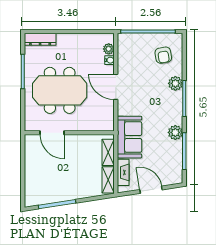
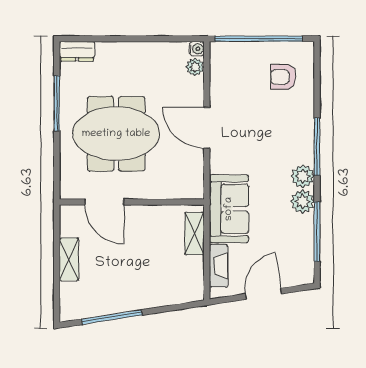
dresser: (40, 39) -> (77, 51), width x0.70
armchair: (163, 55) -> (283, 77), turned 100
water cooler: (110, 60) -> (197, 49), moved
plant: (175, 83) -> (303, 176), moved
shelving: (108, 180) -> (69, 259), moved
door: (151, 190) -> (264, 294), hinge flipped

